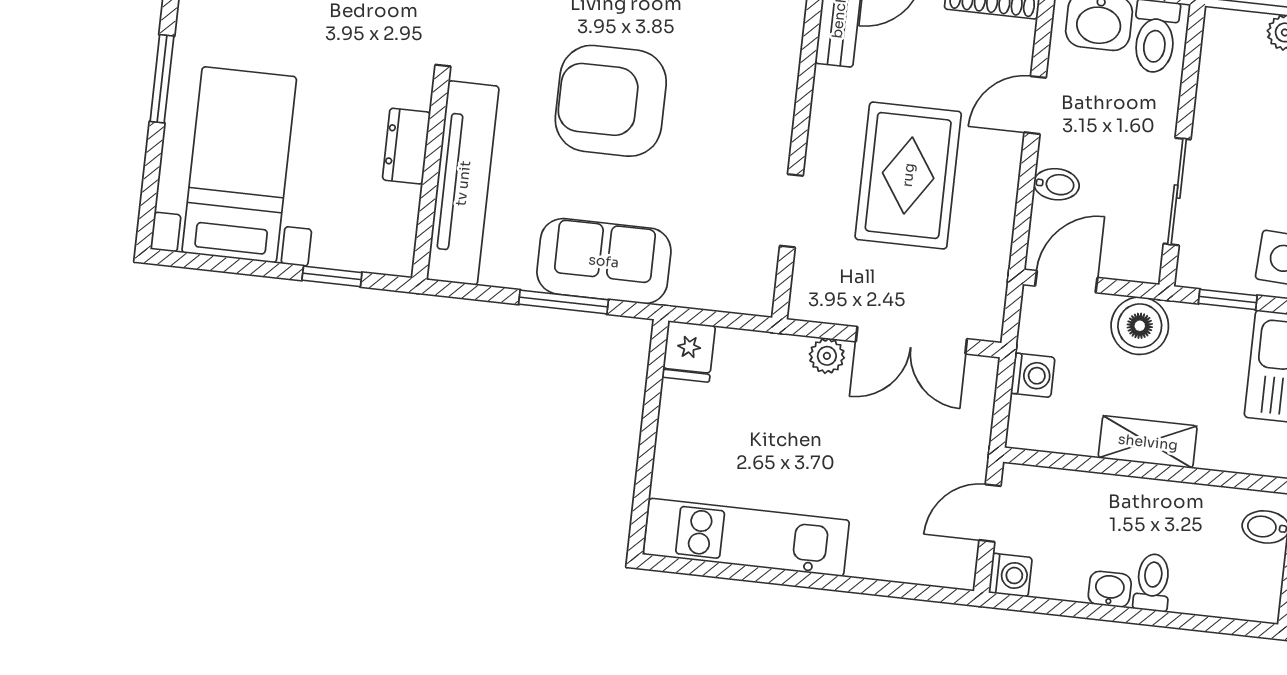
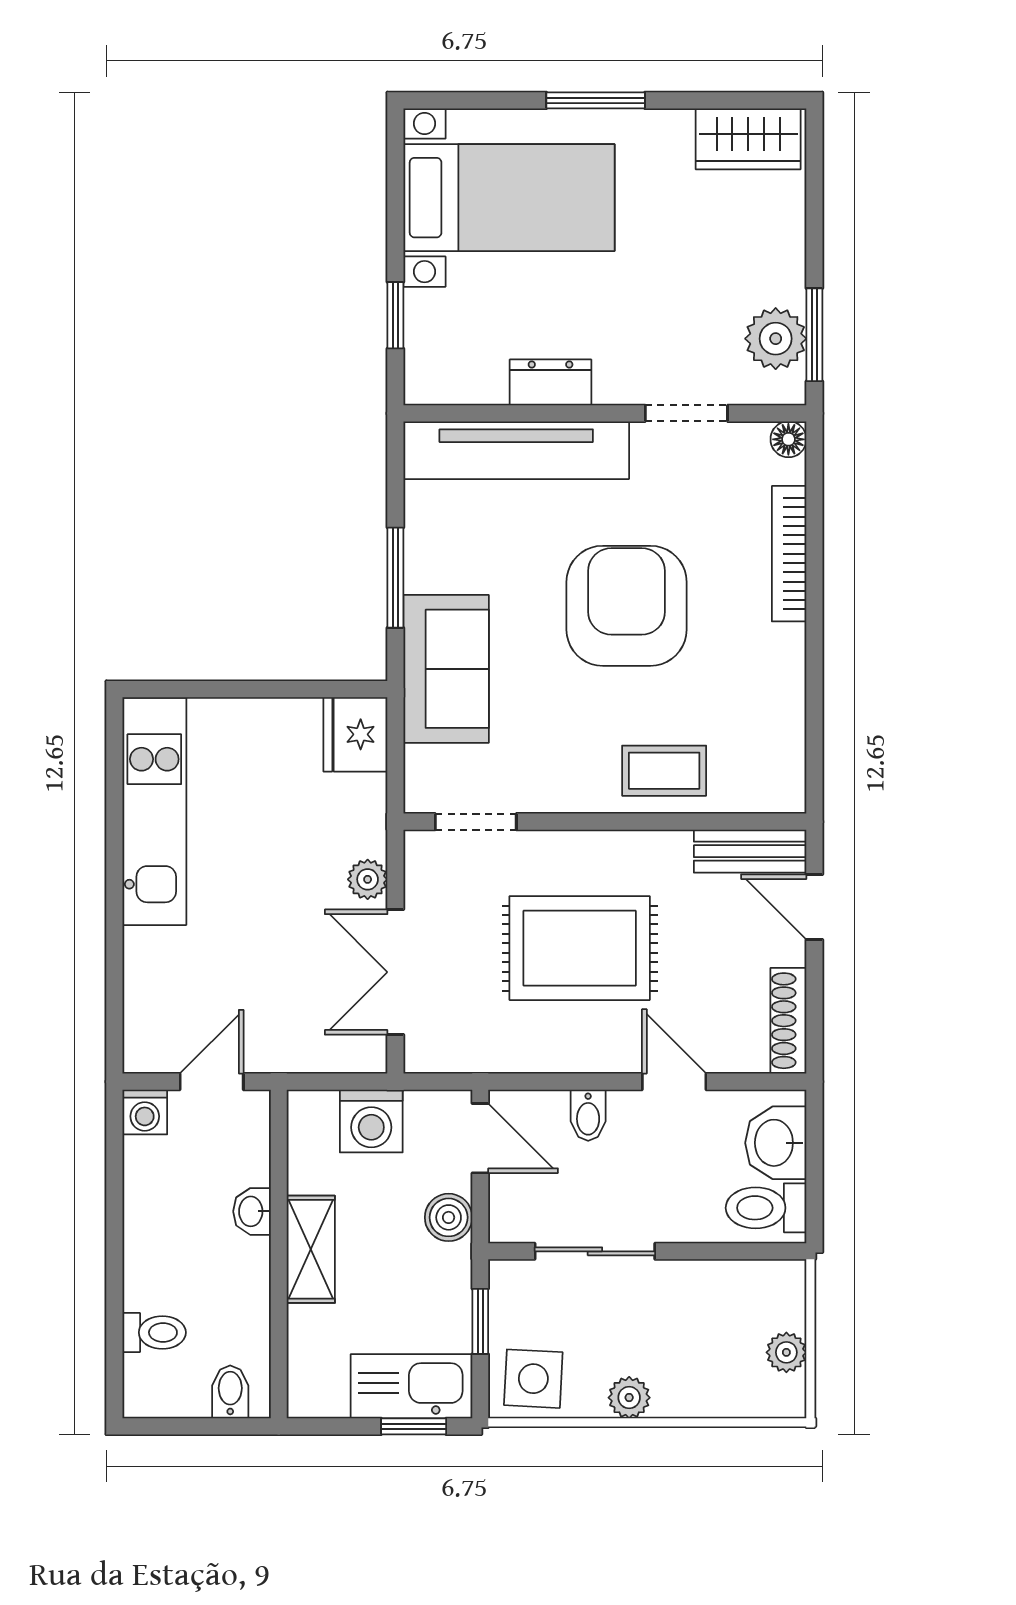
coffee table: (760, 84) -> (664, 771), added
doorway: (791, 211) -> (476, 822), moved
sofa: (604, 261) -> (446, 669), moved
boiler: (1140, 326) -> (449, 1217), width x0.73, depth x0.73
fridge: (689, 351) -> (355, 734), width x1.38
washing machine: (1033, 375) -> (371, 1121), width x1.38, depth x1.38
door: (990, 513) -> (212, 1082), hinge flipped
toilet: (1153, 582) -> (154, 1332), moved
washbasin: (1110, 589) -> (252, 1211), moved, turned 180

